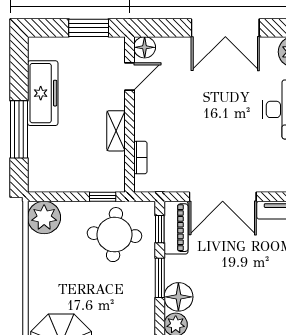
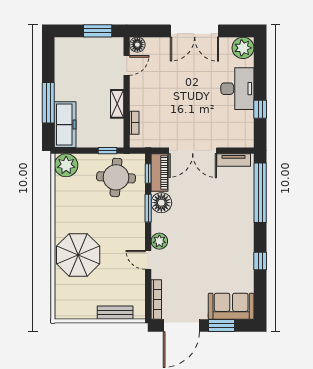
freezer: (43, 93) -> (65, 125), moved
floor lamp: (178, 297) -> (161, 203), moved

